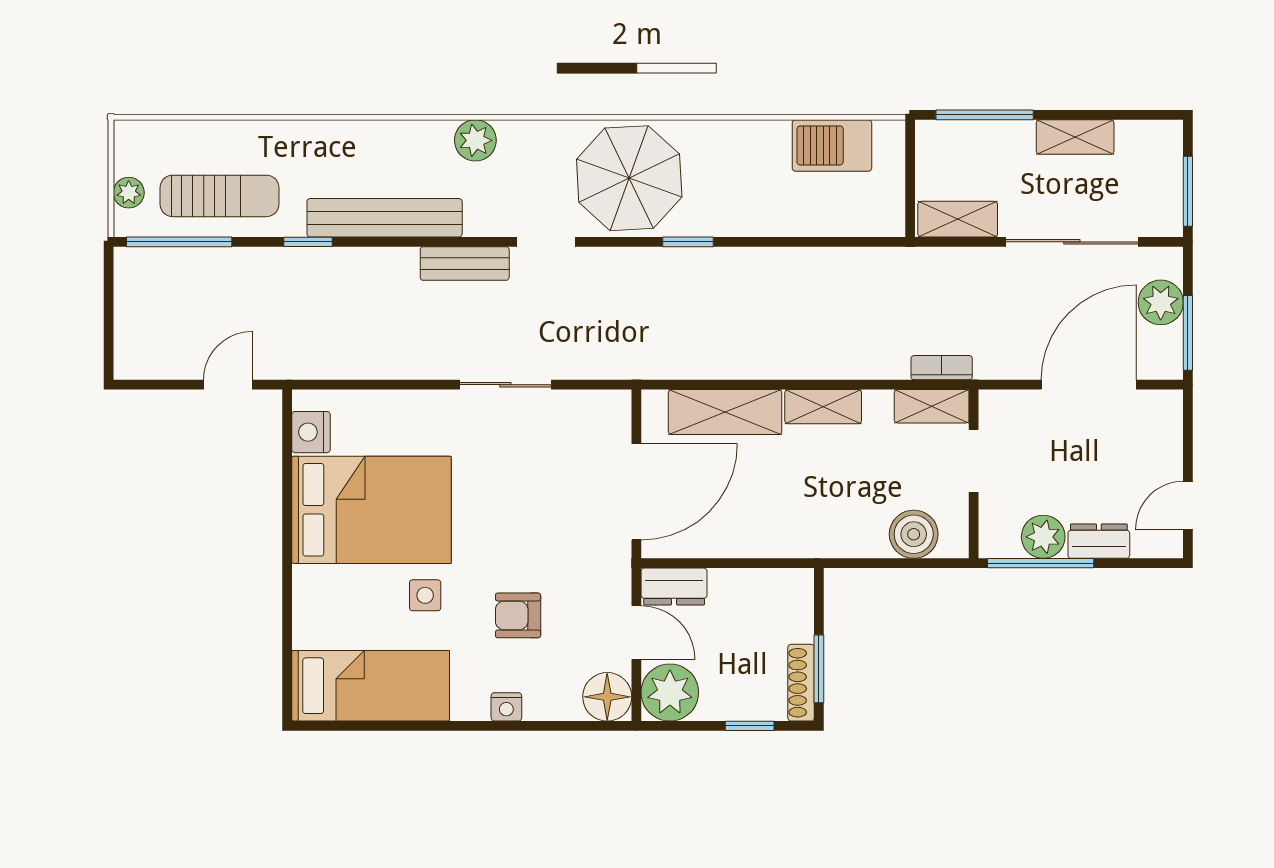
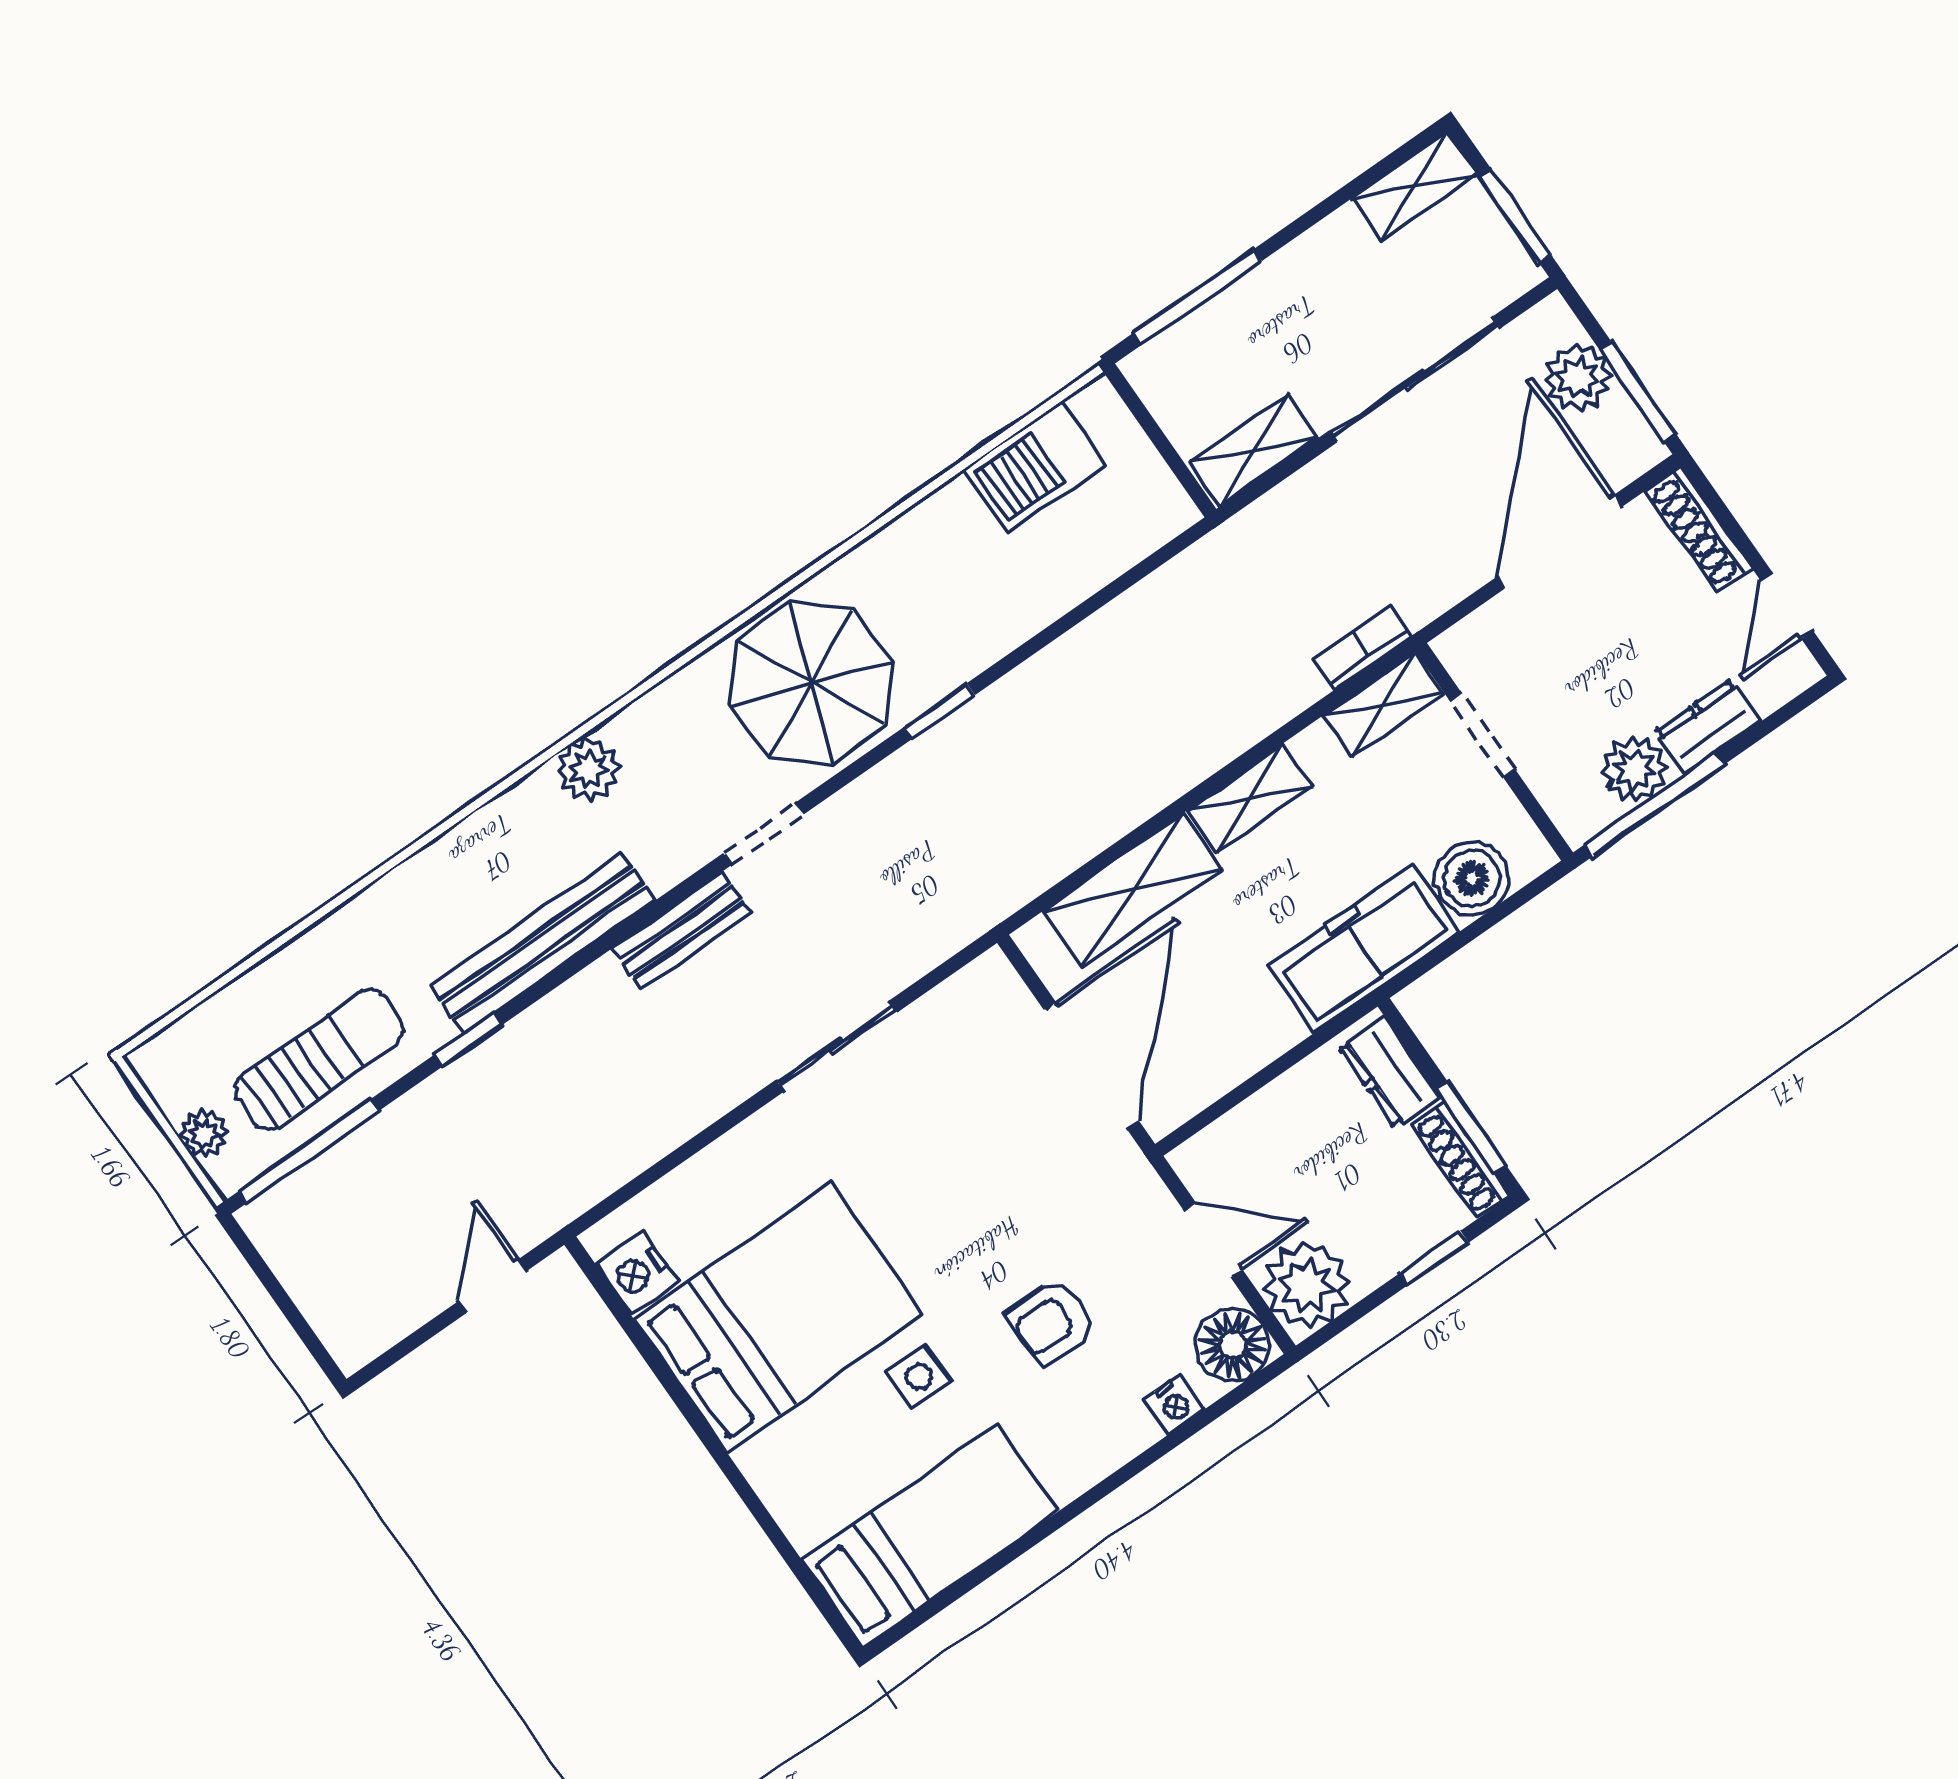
shelving: (1075, 137) -> (1414, 187), moved
shoe rack: (1169, 431) -> (1699, 529), added
freezer: (828, 531) -> (1363, 949), added
dresser: (674, 587) -> (1389, 1072), moved, turned 90
nightstand: (506, 707) -> (1174, 1404), moved

